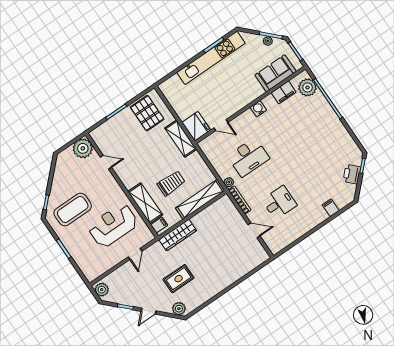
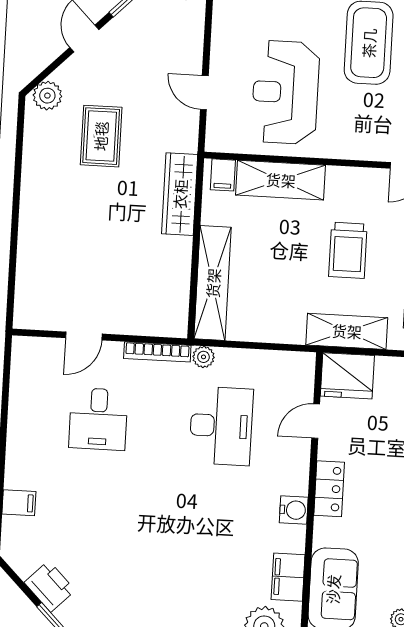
locker: (241, 102) -> (329, 489), added
desk: (248, 157) -> (221, 426), turned 180
trolley: (171, 183) -> (348, 250), moved
reception desk: (113, 225) -> (285, 92), turned 180

